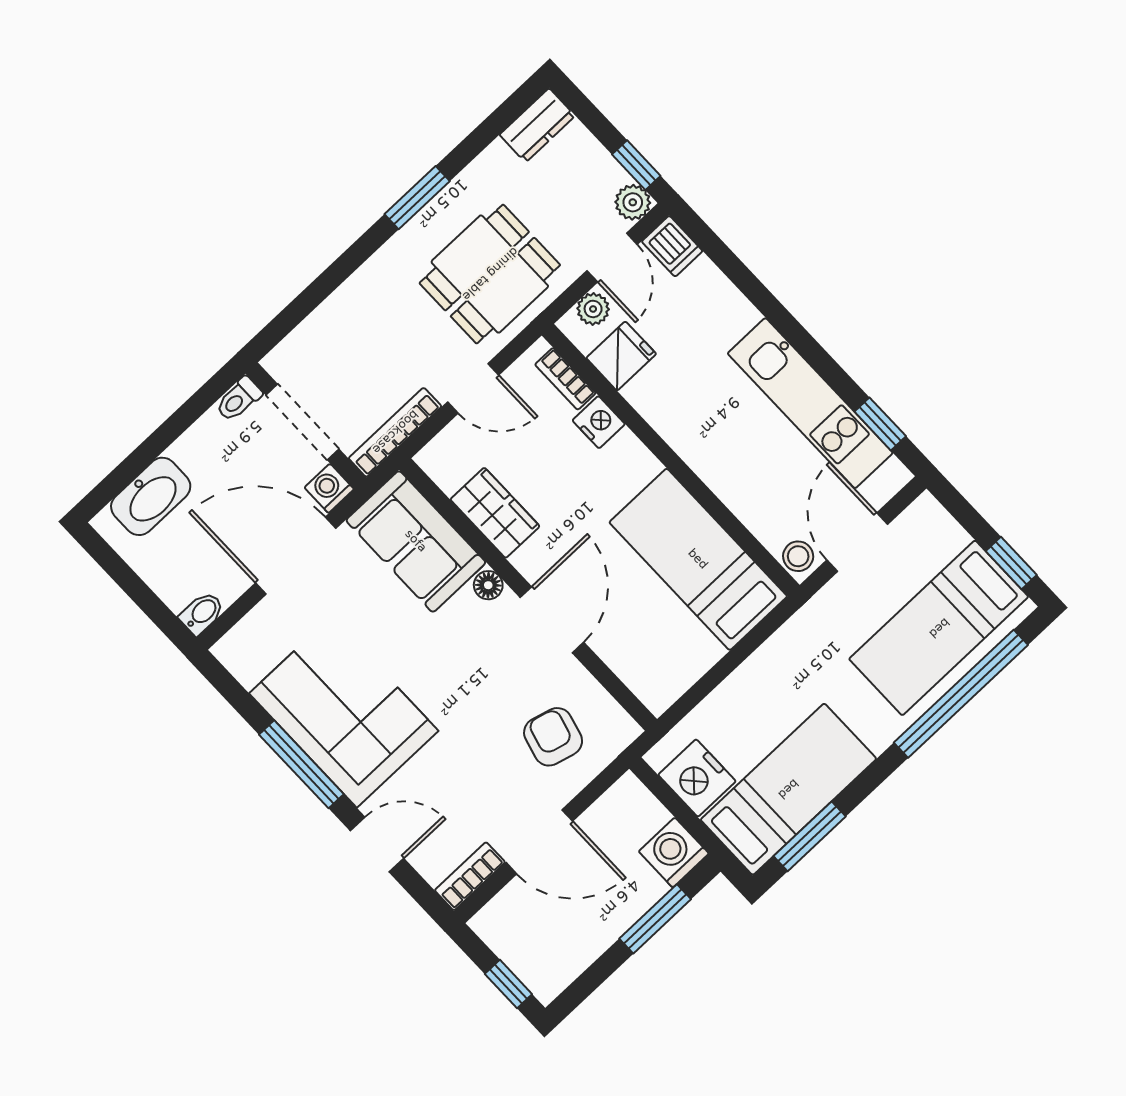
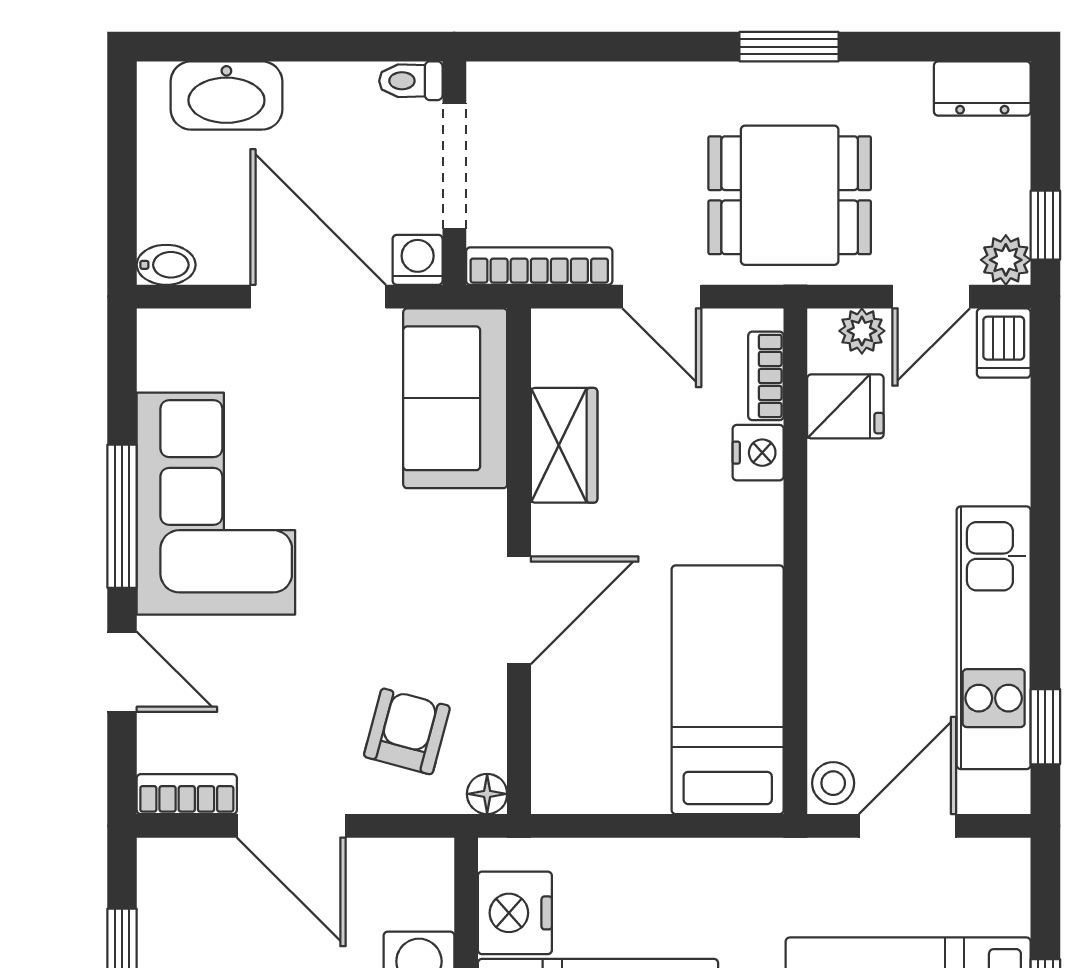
floor lamp: (488, 585) -> (487, 794), moved

